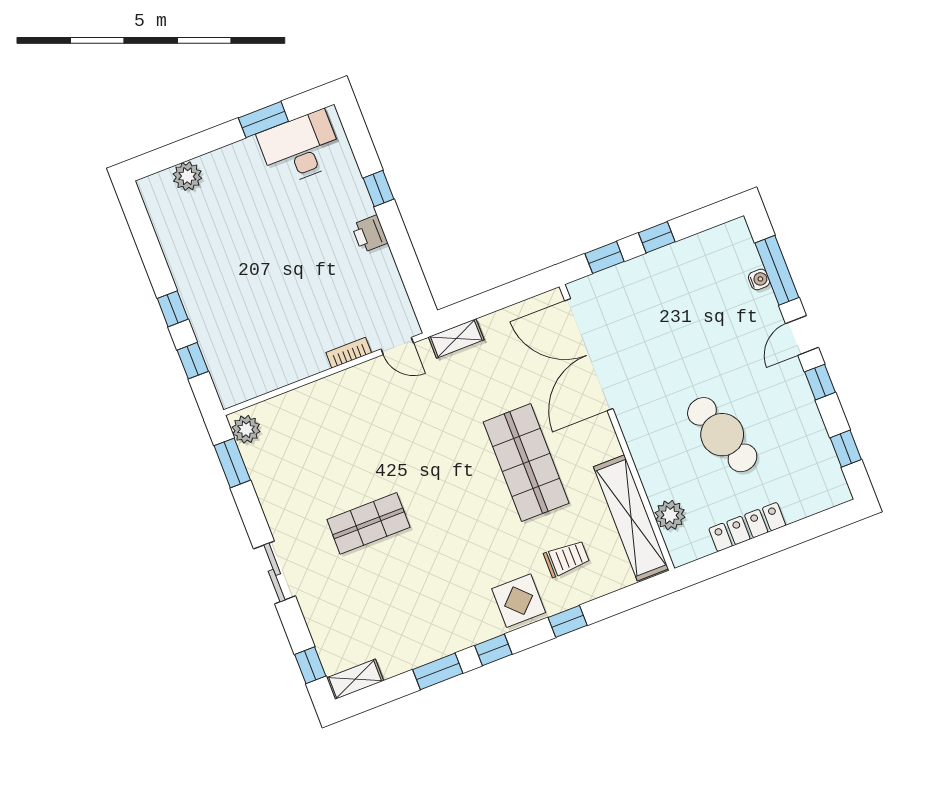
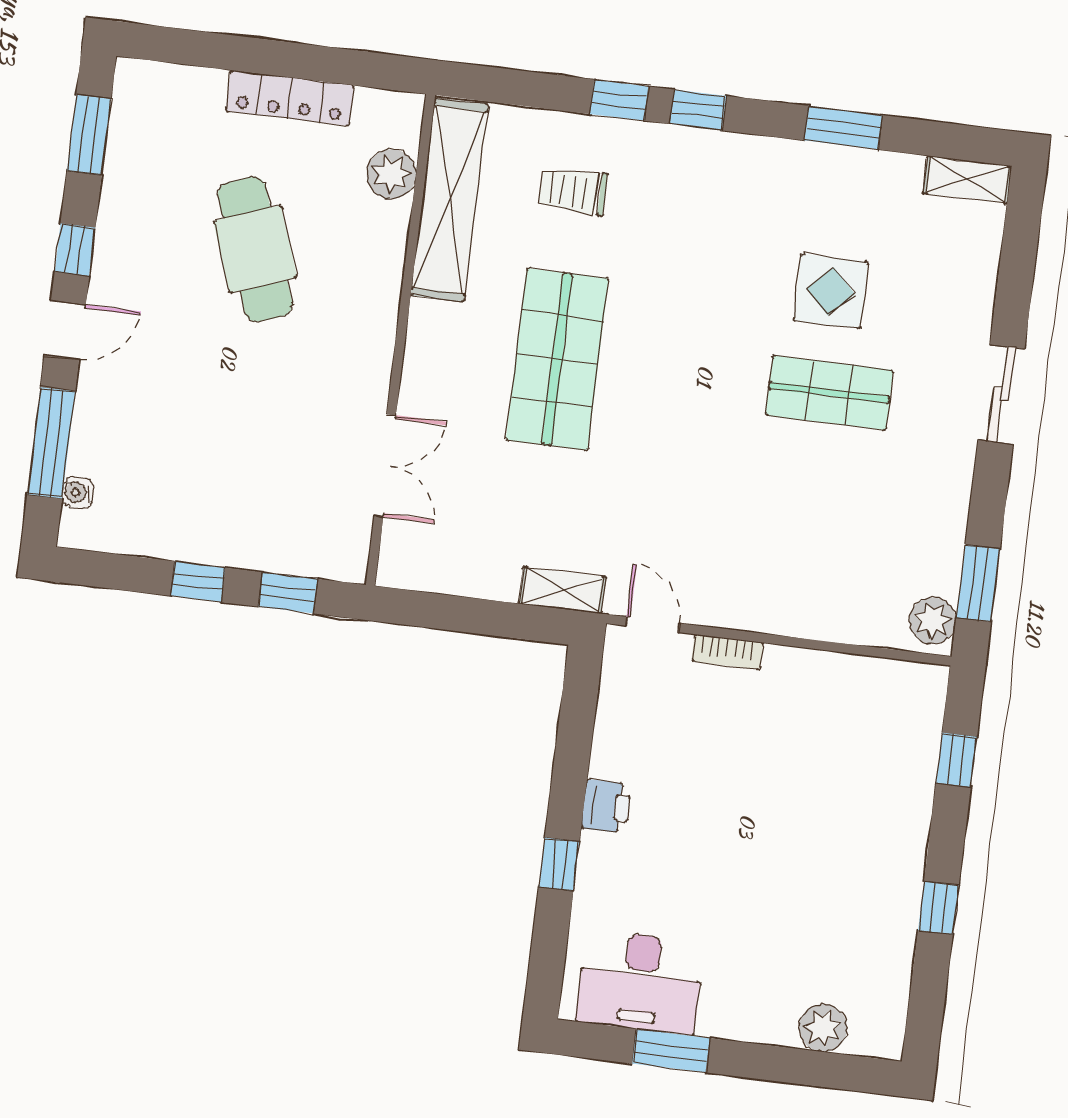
water cooler: (759, 279) -> (78, 493), moved
window: (173, 309) -> (938, 908), moved
double door: (589, 355) -> (385, 466), width x0.54
window: (846, 449) -> (89, 135), width x1.50
display table: (519, 601) -> (831, 291), moved
window: (493, 650) -> (698, 110), moved
window: (310, 665) -> (1021, 234), removed

